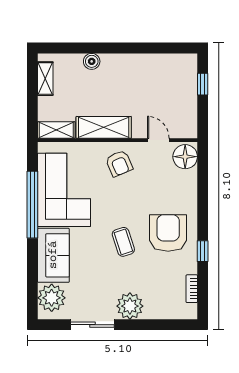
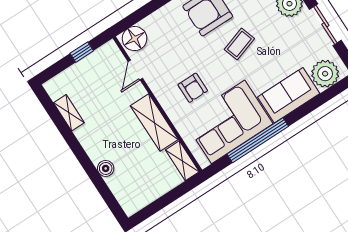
shelving: (45, 79) -> (69, 113), moved, turned 90
window: (203, 84) -> (82, 52), moved
armchair: (119, 163) -> (193, 88), moved, turned 113

